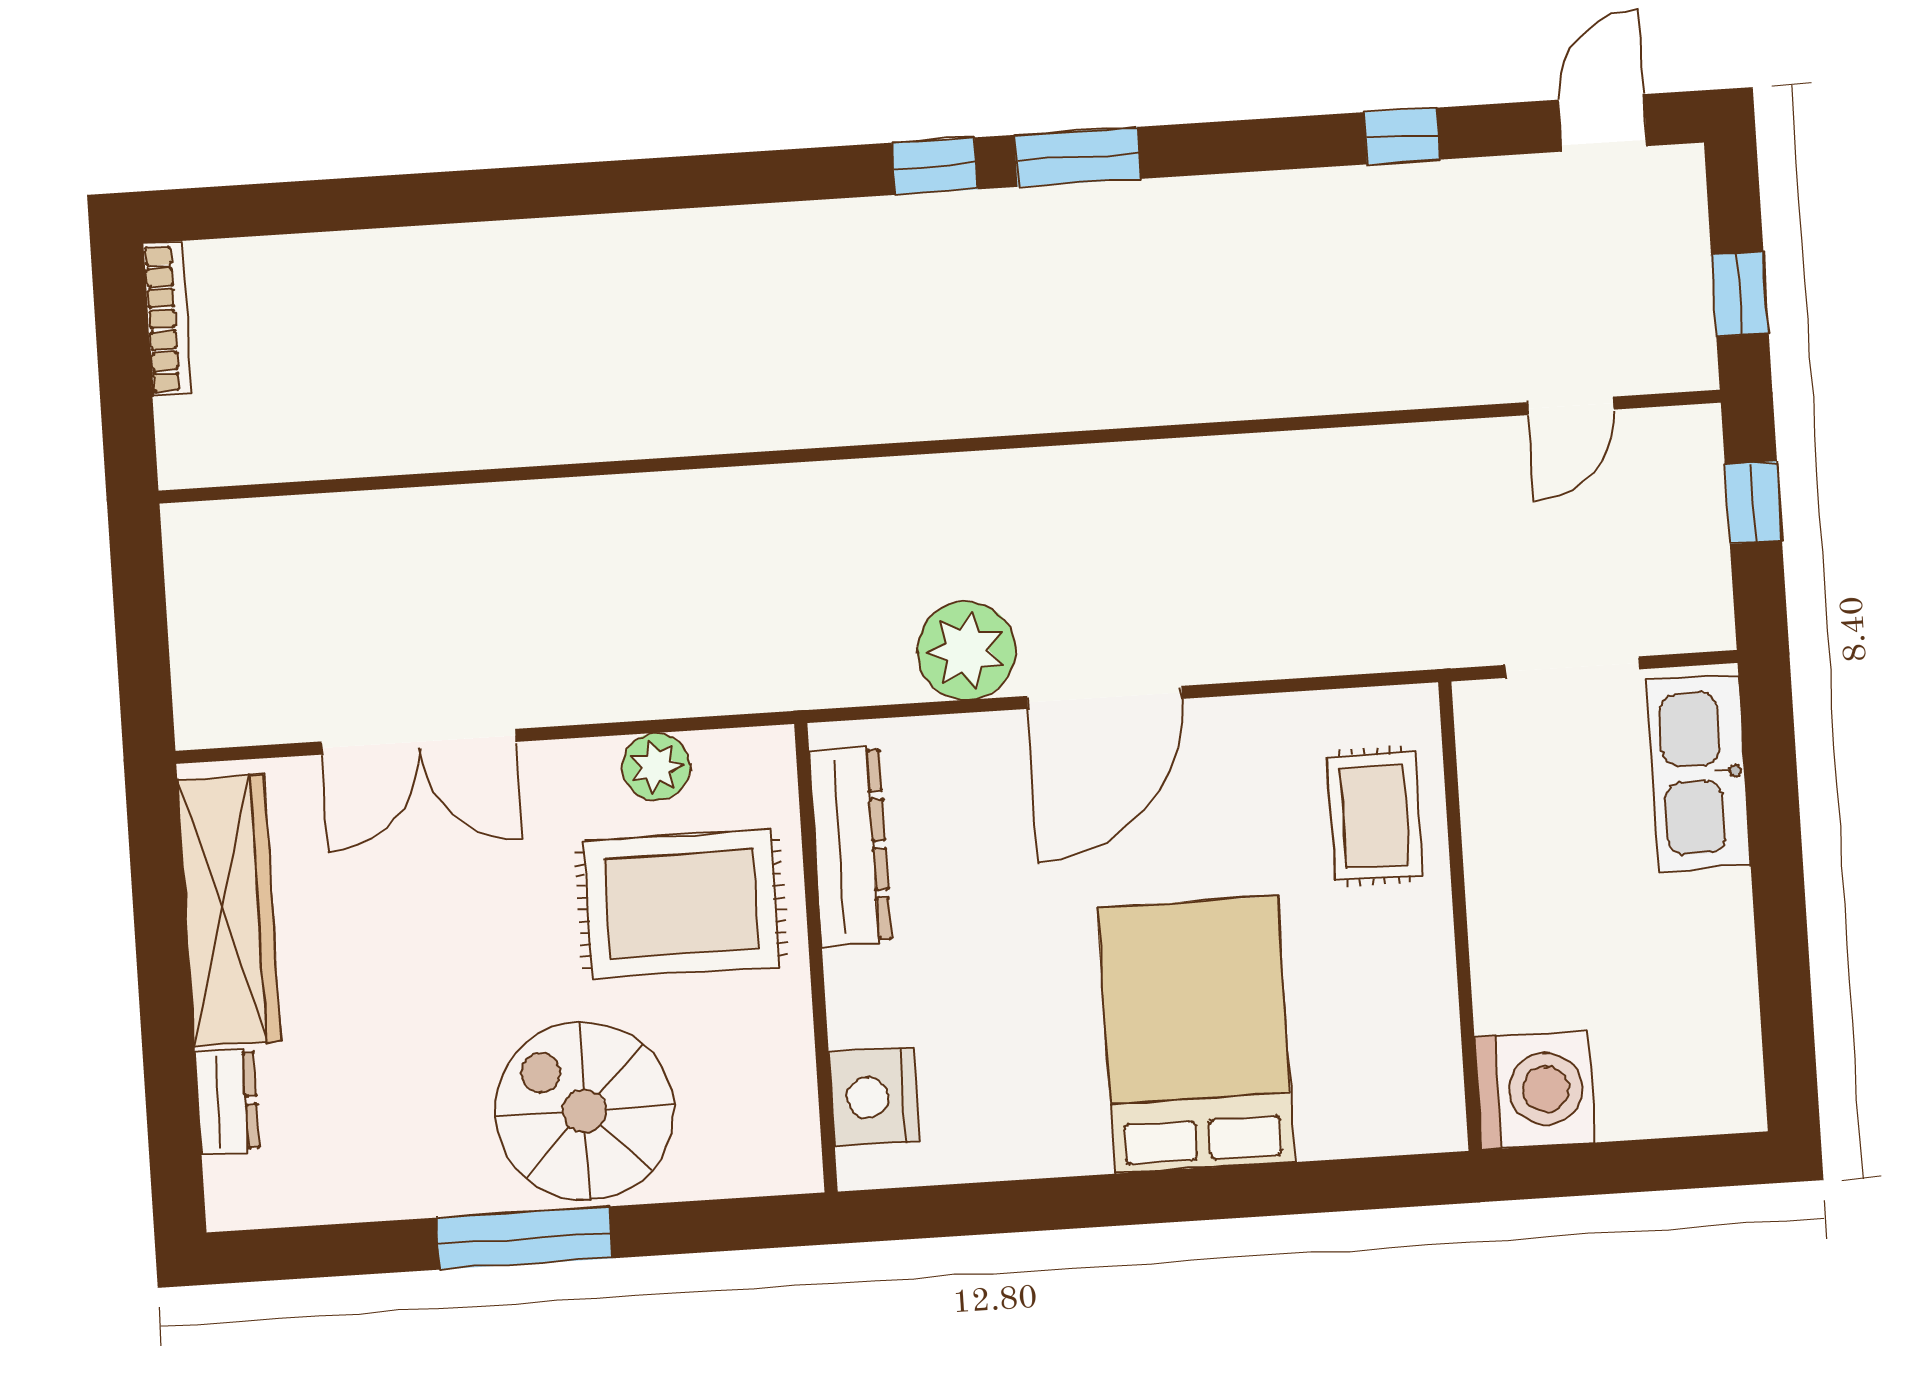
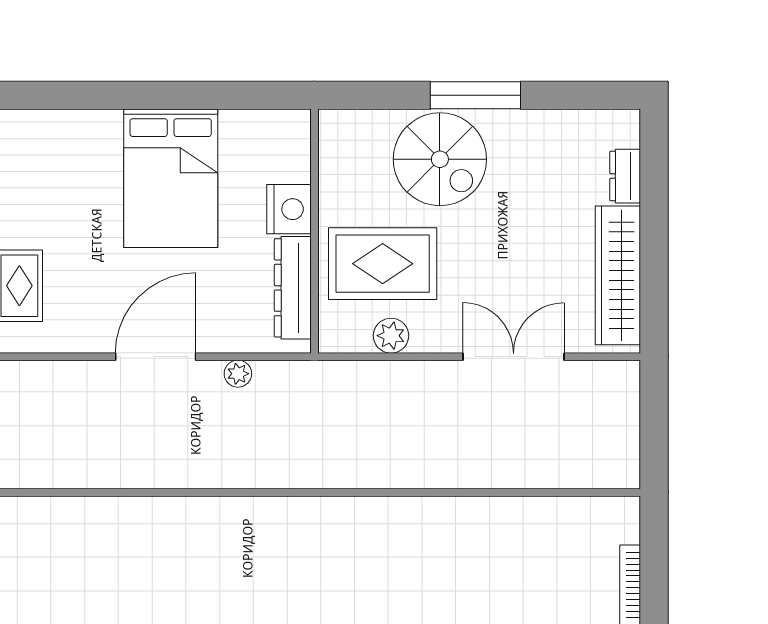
plant: (966, 651) -> (238, 374), width x0.53, depth x0.53
bed: (1196, 1035) -> (171, 178), moved
nightstand: (874, 1097) -> (289, 209), moved

